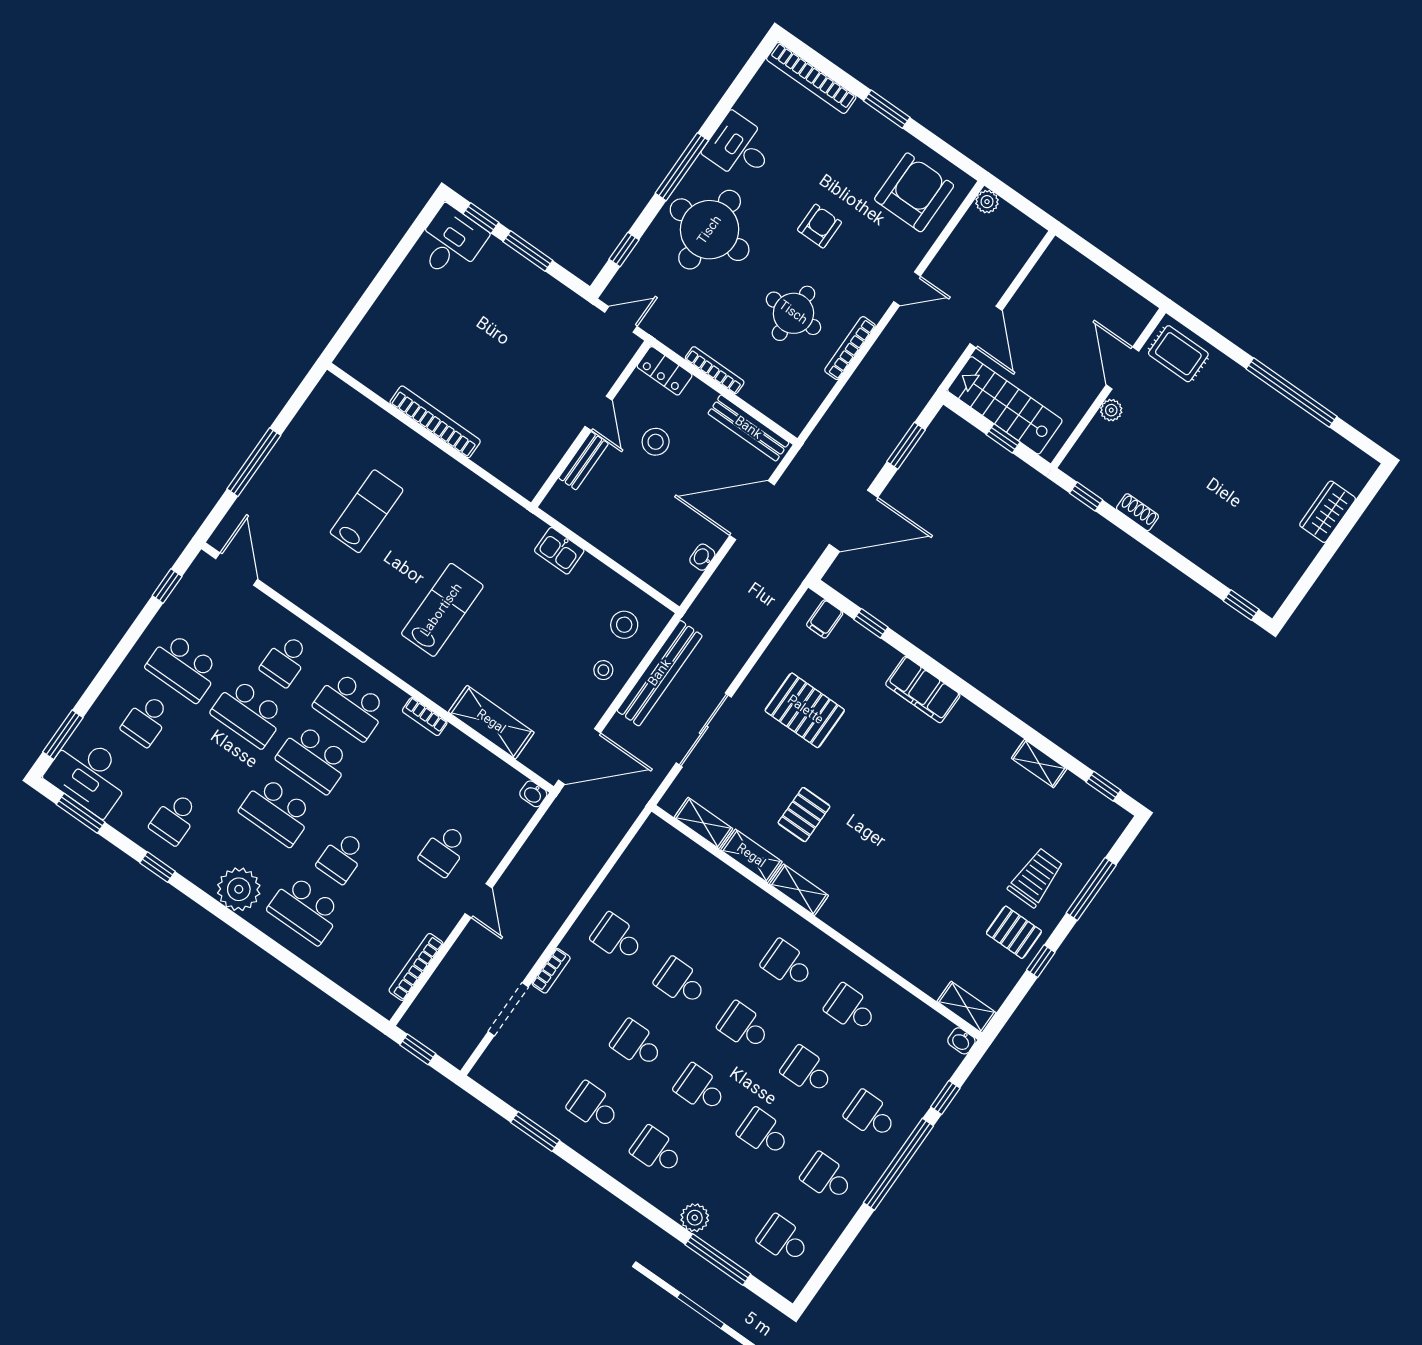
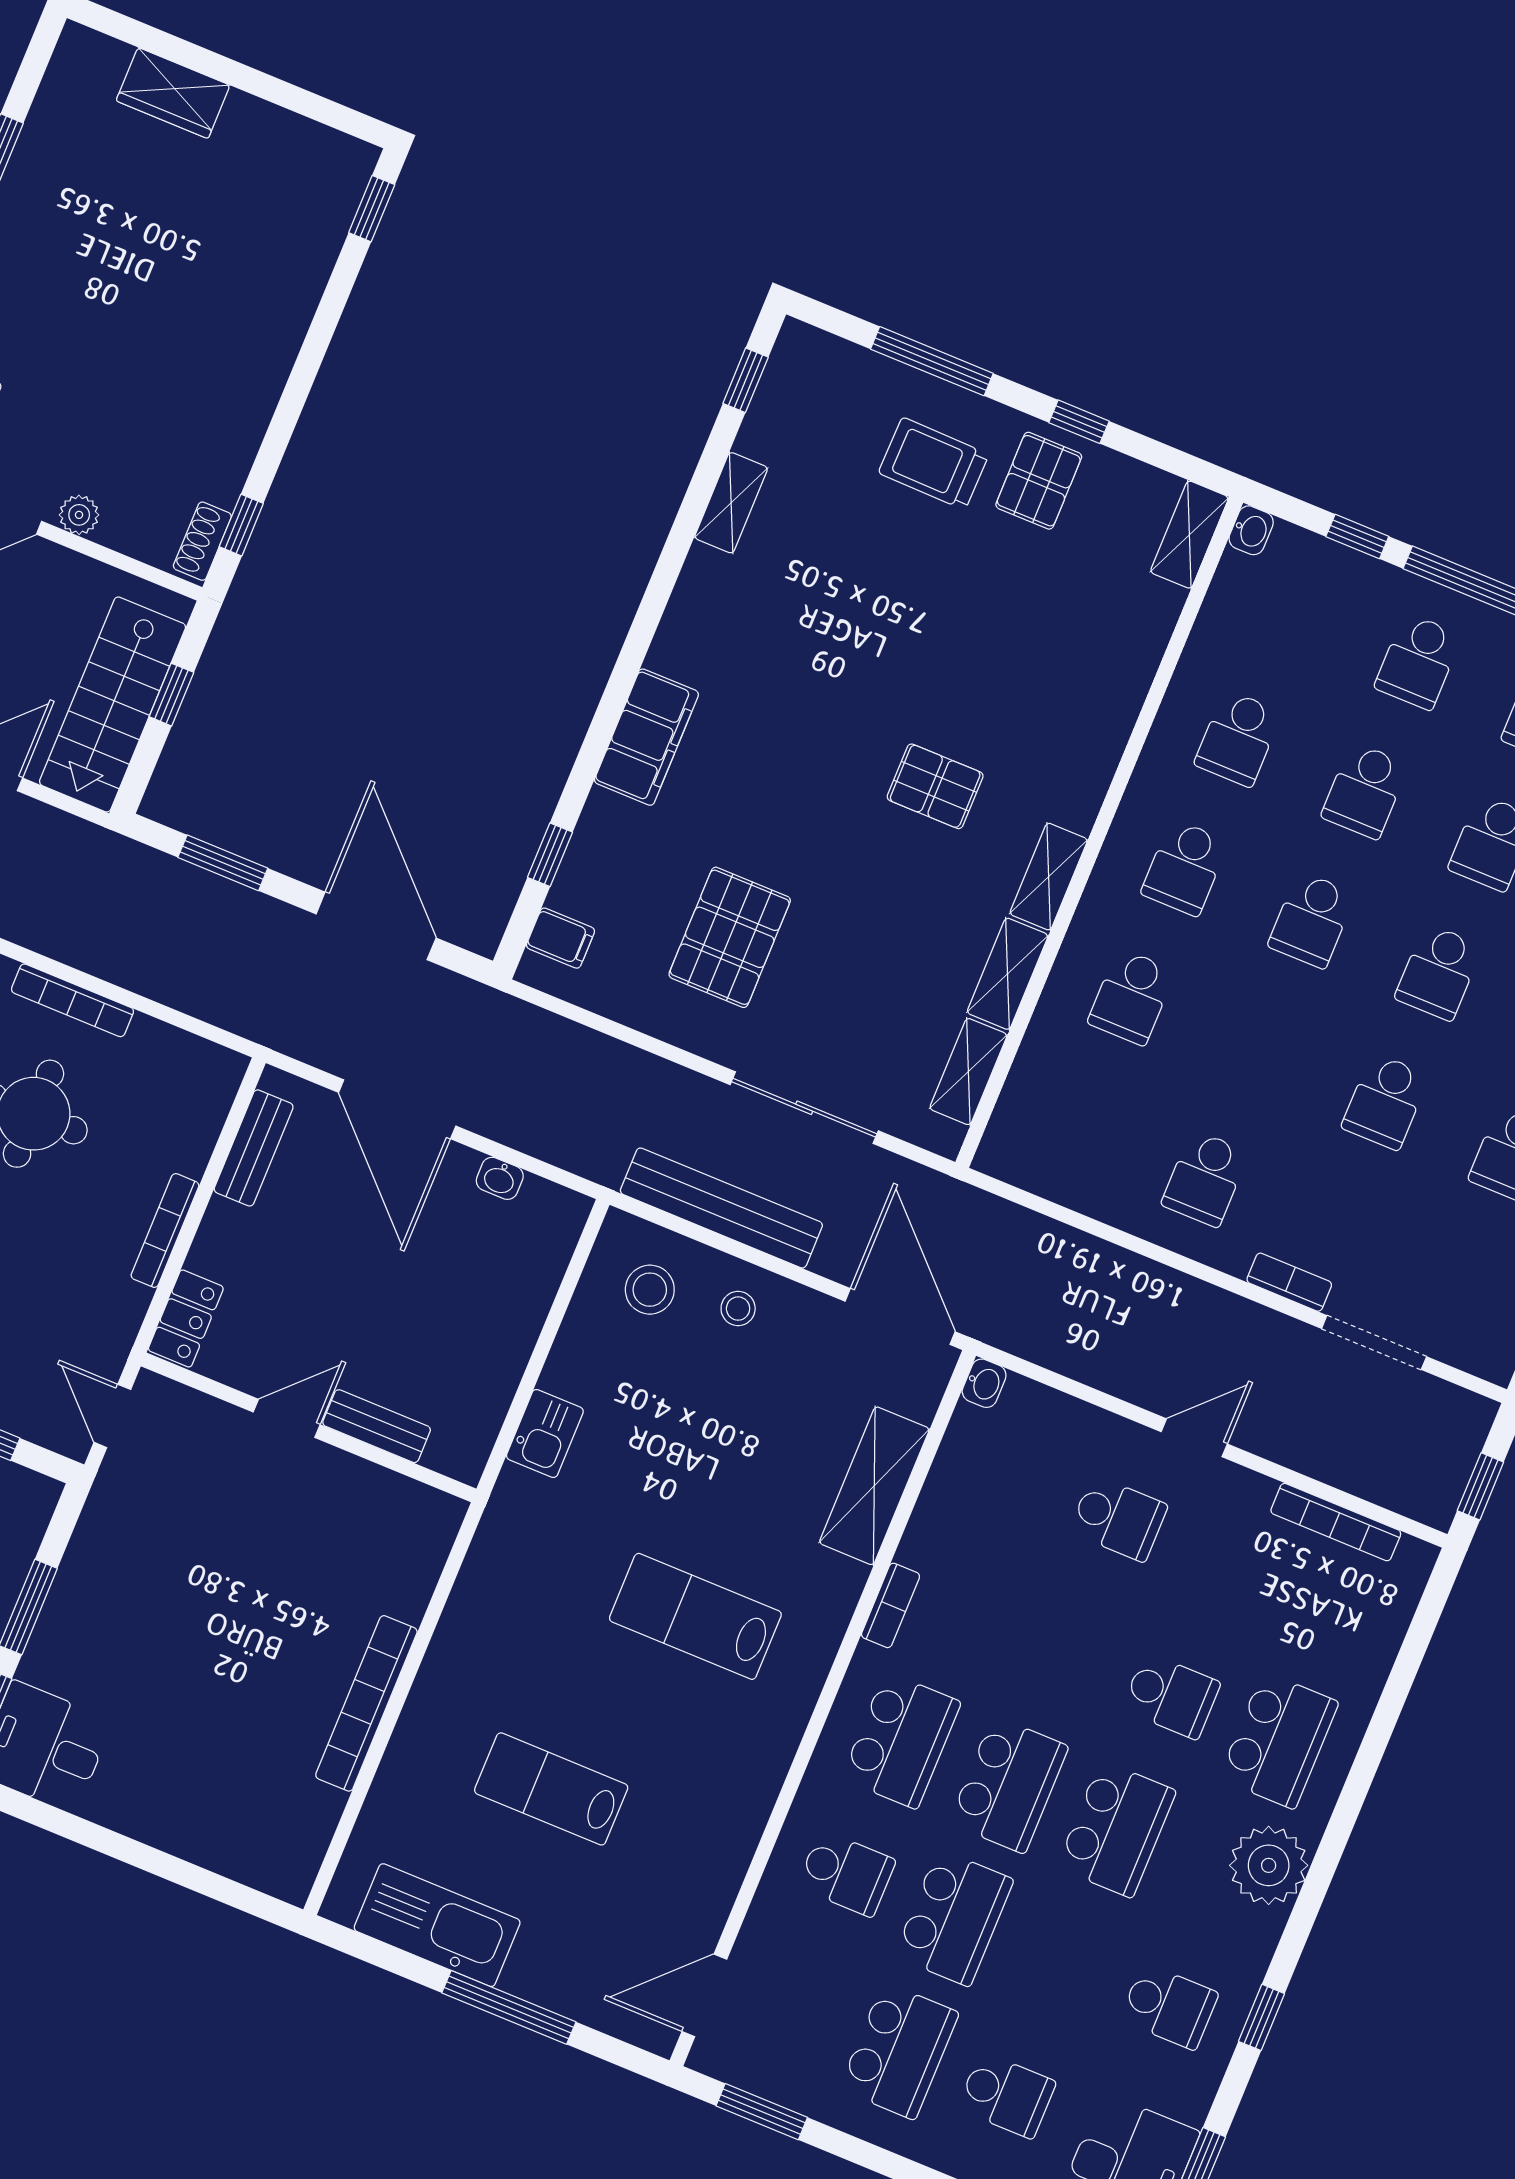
bench: (748, 428) -> (254, 1148), width x0.73
kitchen sink: (307, 433) -> (437, 1925), added
stool: (656, 442) -> (315, 1306), removed
shoe rack: (1137, 512) -> (202, 541), moved
window: (167, 586) -> (762, 2112), width x1.50
pallet: (804, 815) -> (935, 786), moved
school desk: (681, 982) -> (1131, 997), moved

